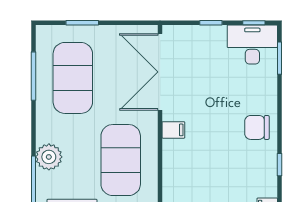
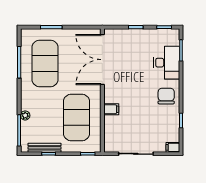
desk: (252, 44) -> (167, 63), moved, turned 90
chair: (257, 127) -> (166, 96), turned 90
filing cabinet: (173, 130) -> (111, 109), moved
plant: (49, 157) -> (25, 115), width x0.53, depth x0.53

